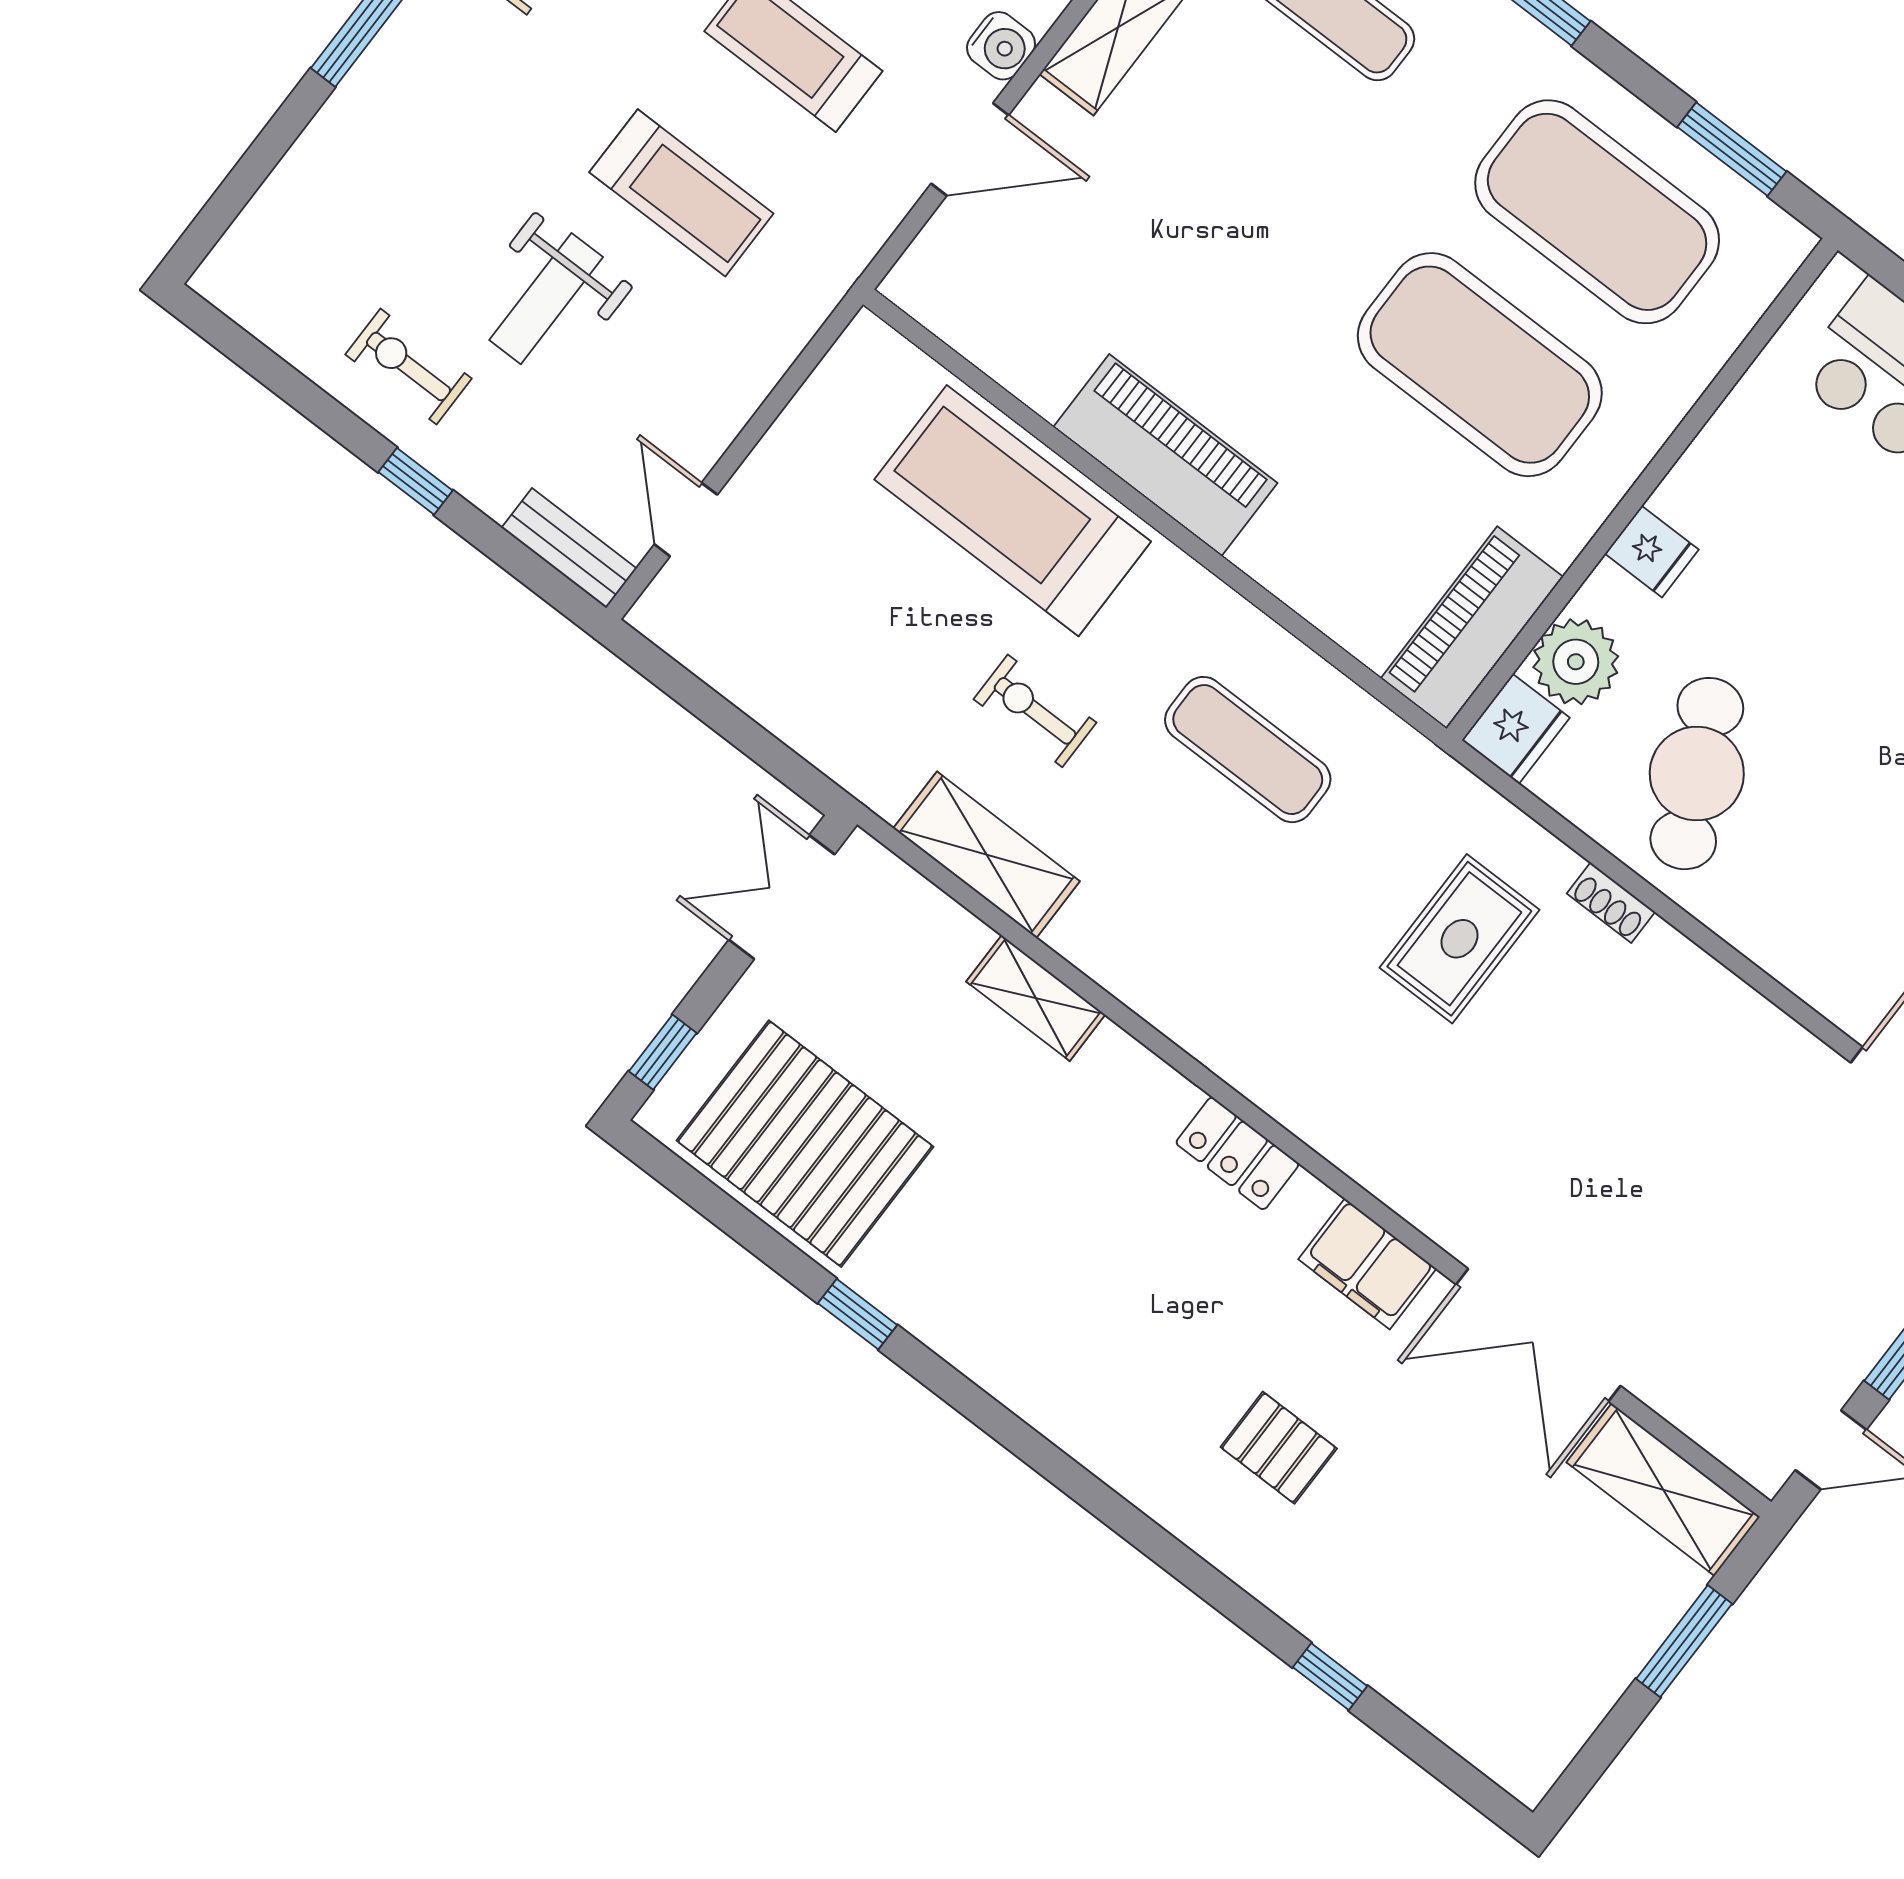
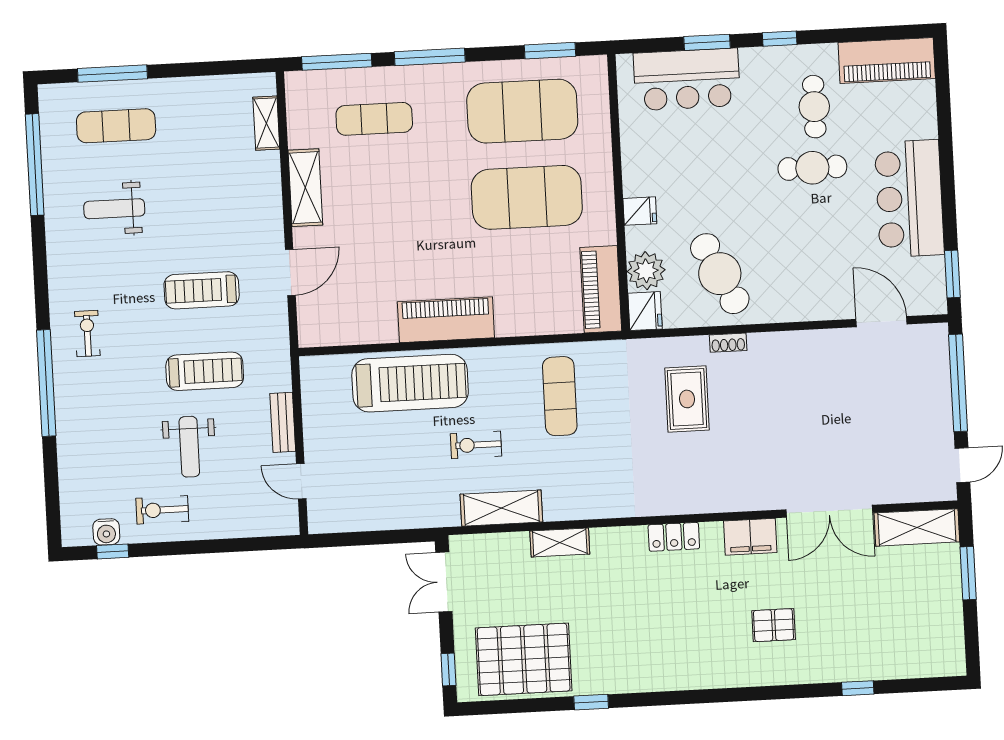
water cooler: (1001, 46) -> (106, 532), moved, turned 90
window: (415, 481) -> (113, 551), moved
treadmill: (1013, 511) -> (410, 383), turned 180
bench: (569, 548) -> (283, 422), moved, turned 90
exercise mat: (1248, 750) -> (560, 396), turned 90

